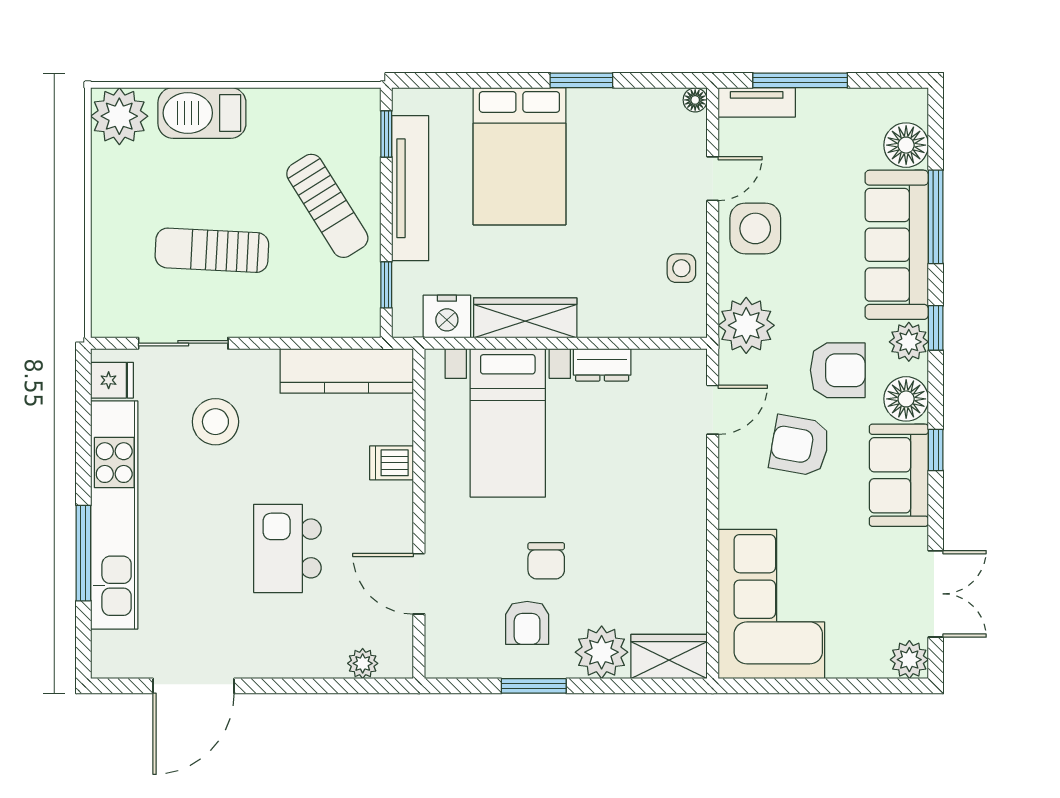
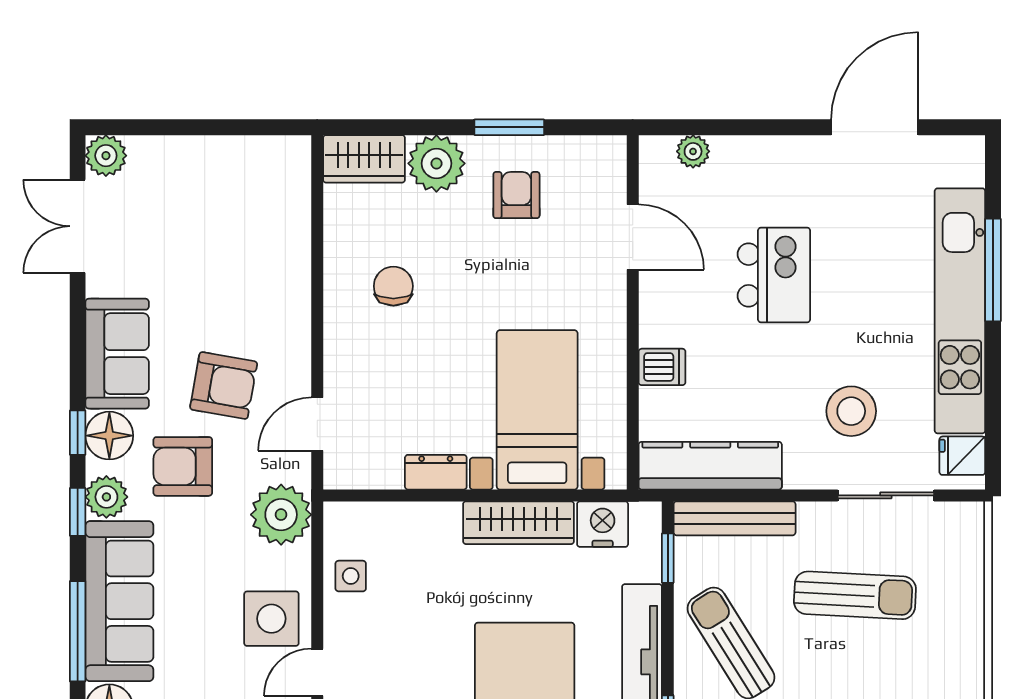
bench: (324, 322) -> (735, 518), added
window: (936, 450) -> (78, 433), moved
chair: (546, 561) -> (393, 286), moved
corner sofa: (771, 604) -> (254, 215), removed

